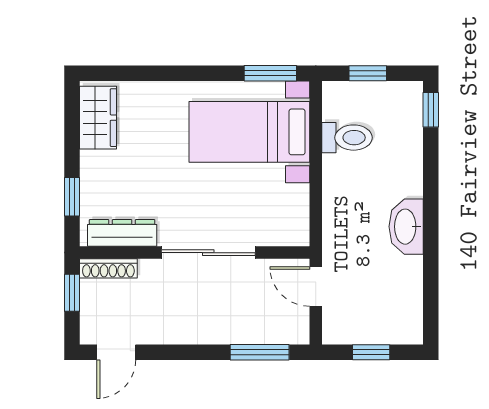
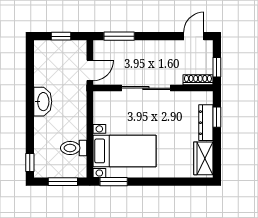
window: (368, 73) -> (63, 182), width x1.50
dresser: (122, 233) -> (206, 123), moved, turned 90
door: (316, 287) -> (90, 70), hinge flipped

